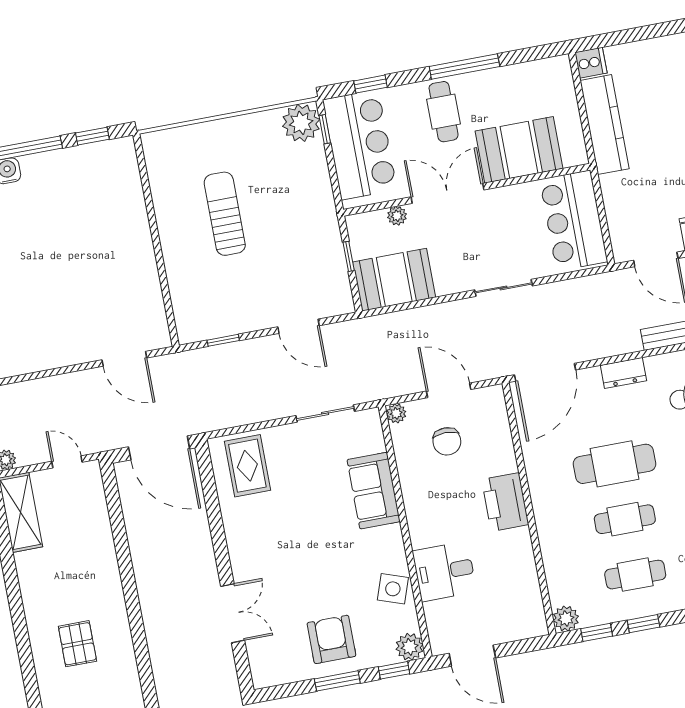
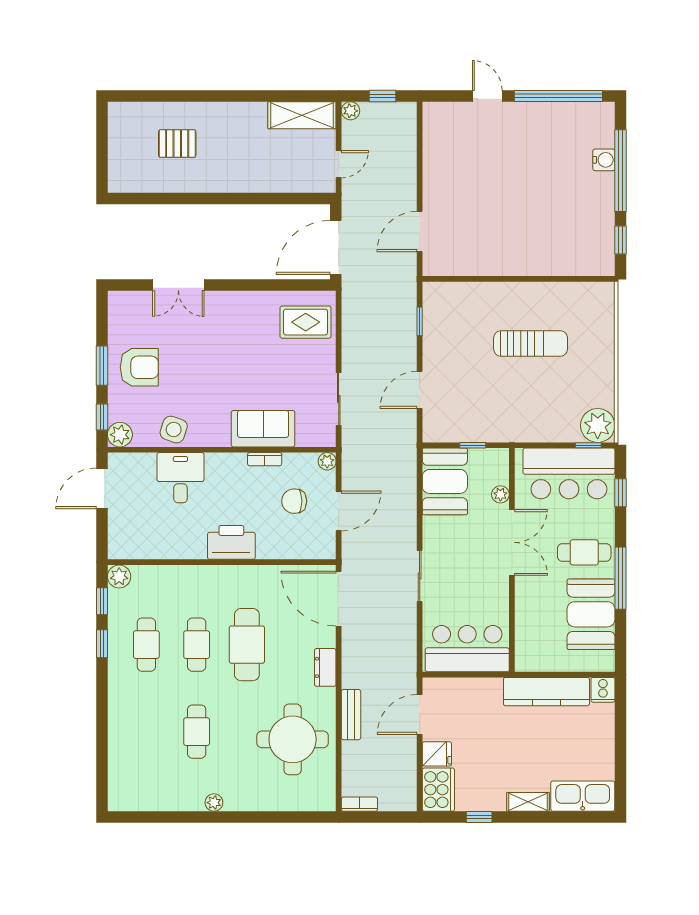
booth: (519, 150) -> (591, 614), moved
bookcase: (407, 483) -> (265, 459), added

